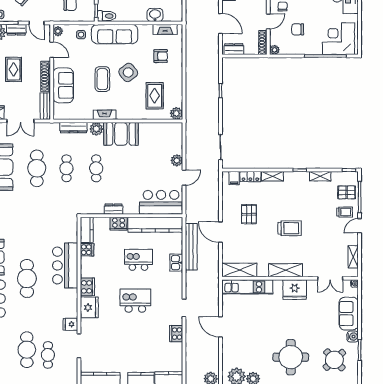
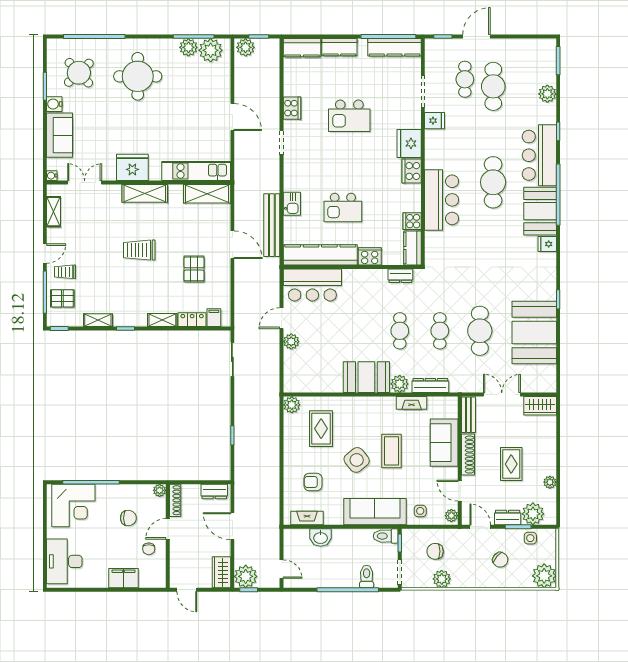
fireplace: (105, 115) -> (412, 403), moved
dresser: (113, 209) -> (400, 276), moved
kitchen island: (135, 301) -> (349, 116), moved

